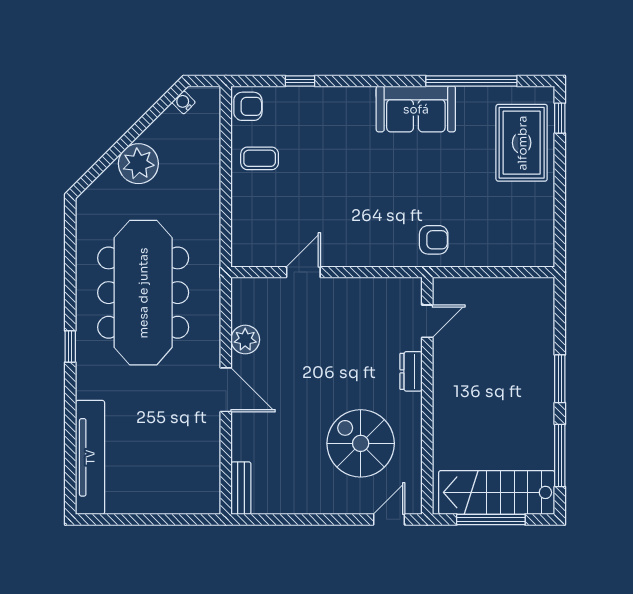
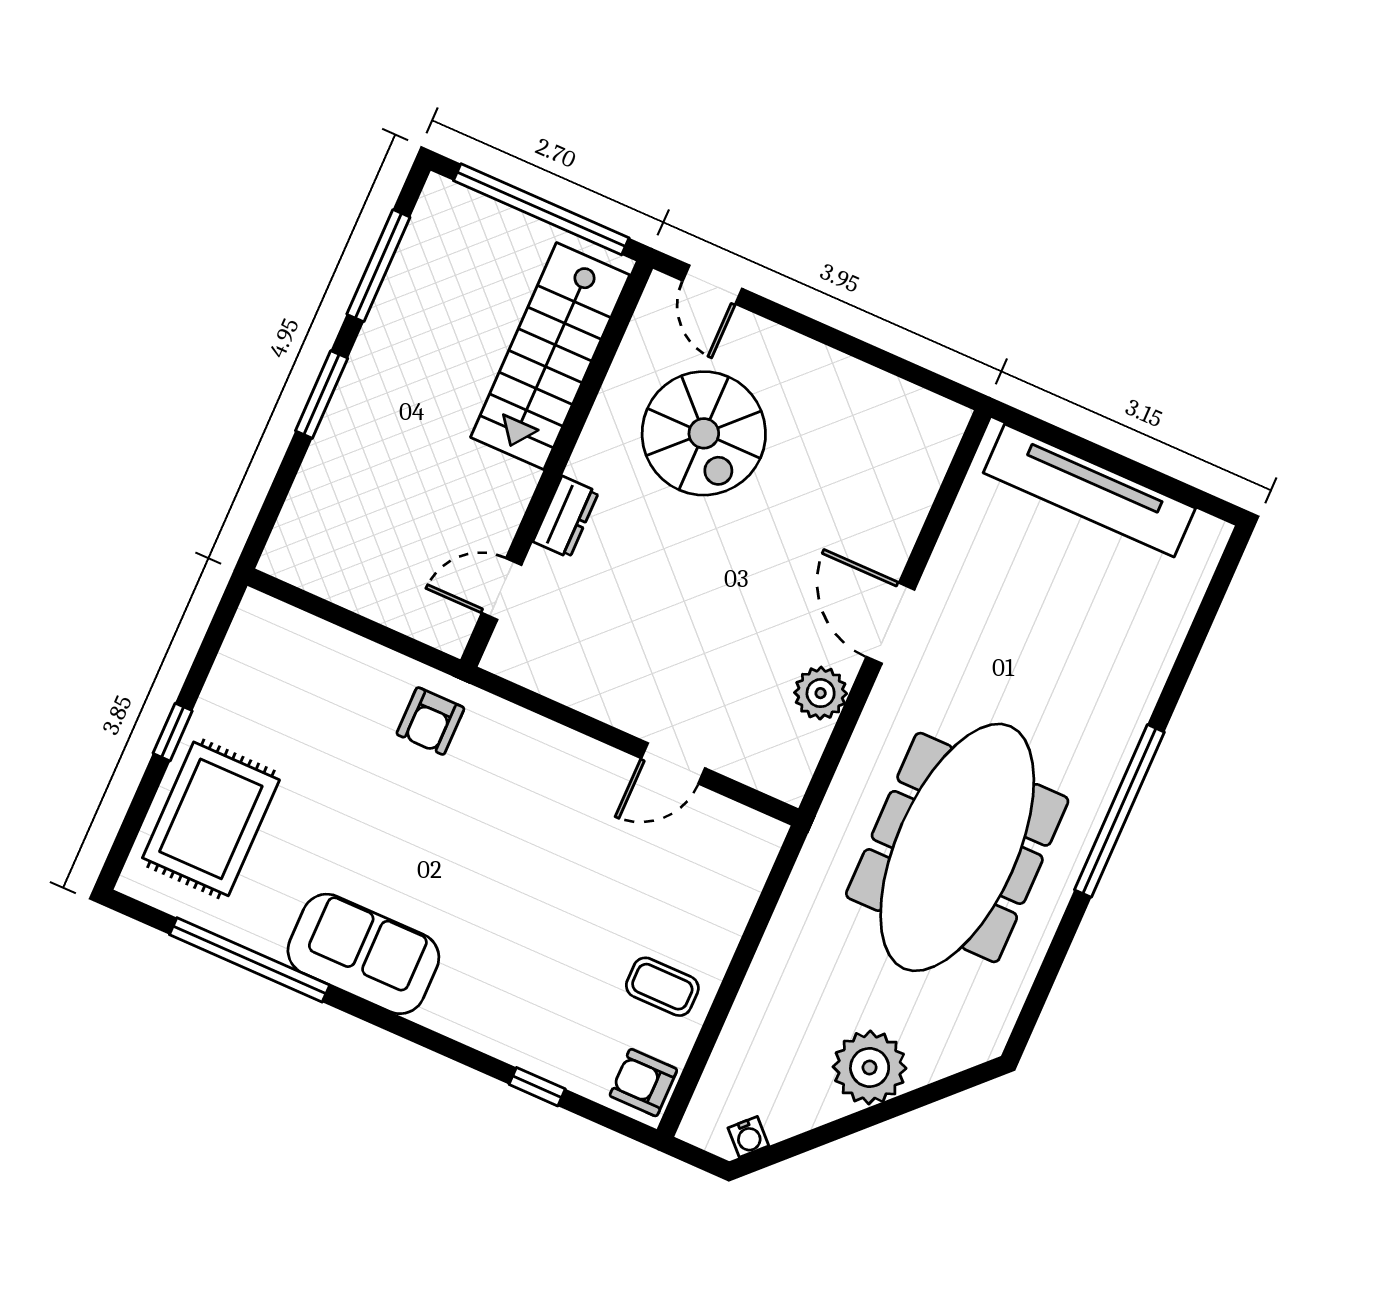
window: (560, 118) -> (173, 732), moved
armchair: (434, 240) -> (430, 721), turned -90
window: (70, 347) -> (1119, 811), width x3.17
tv unit: (90, 457) -> (1089, 490), moved, turned -90
bench: (241, 488) -> (938, 447), removed
stairs: (497, 492) -> (550, 356), moved, turned 90
door: (389, 519) -> (712, 285), hinge flipped
window: (491, 519) -> (541, 209), width x1.46

